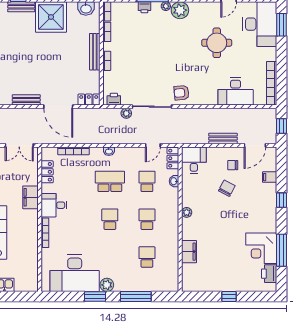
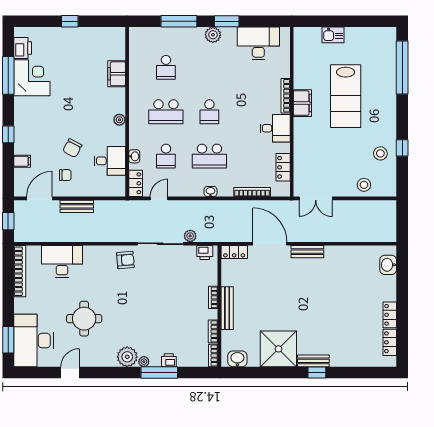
double door: (19, 145) -> (316, 198), swing flipped
desk: (194, 160) -> (110, 161), moved, turned -90
filing cabinet: (31, 197) -> (302, 103), moved
school desk: (147, 219) -> (166, 112), width x1.85
desk: (75, 273) -> (258, 43), width x0.73, depth x0.77

